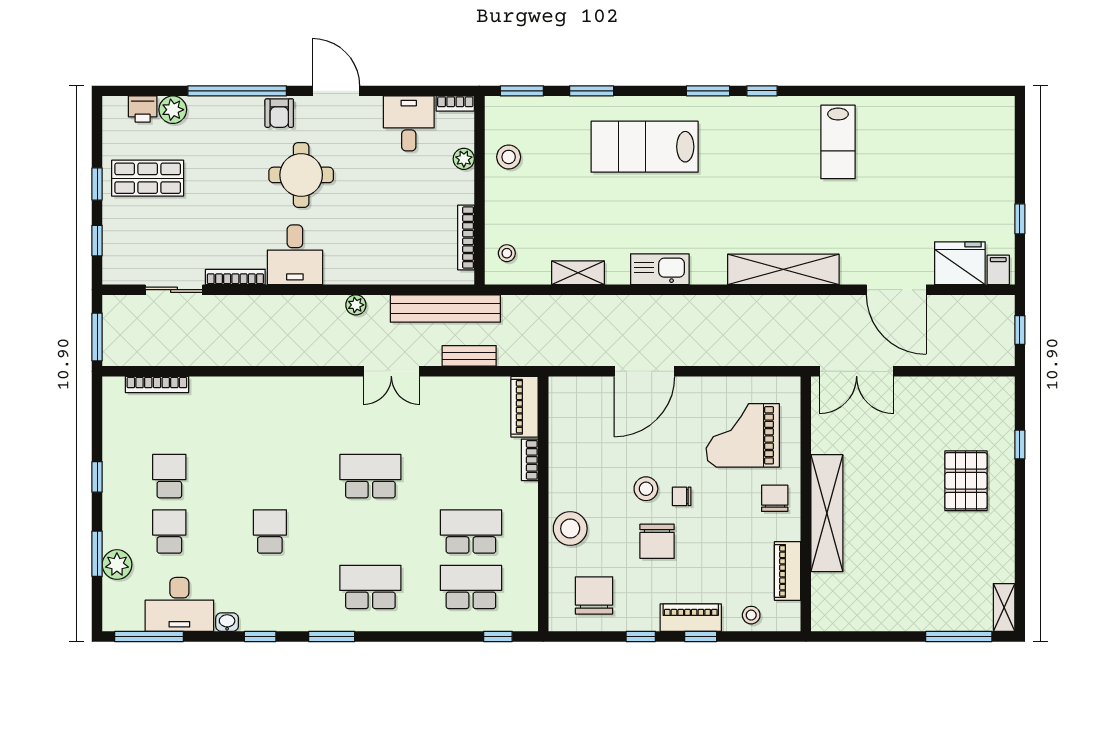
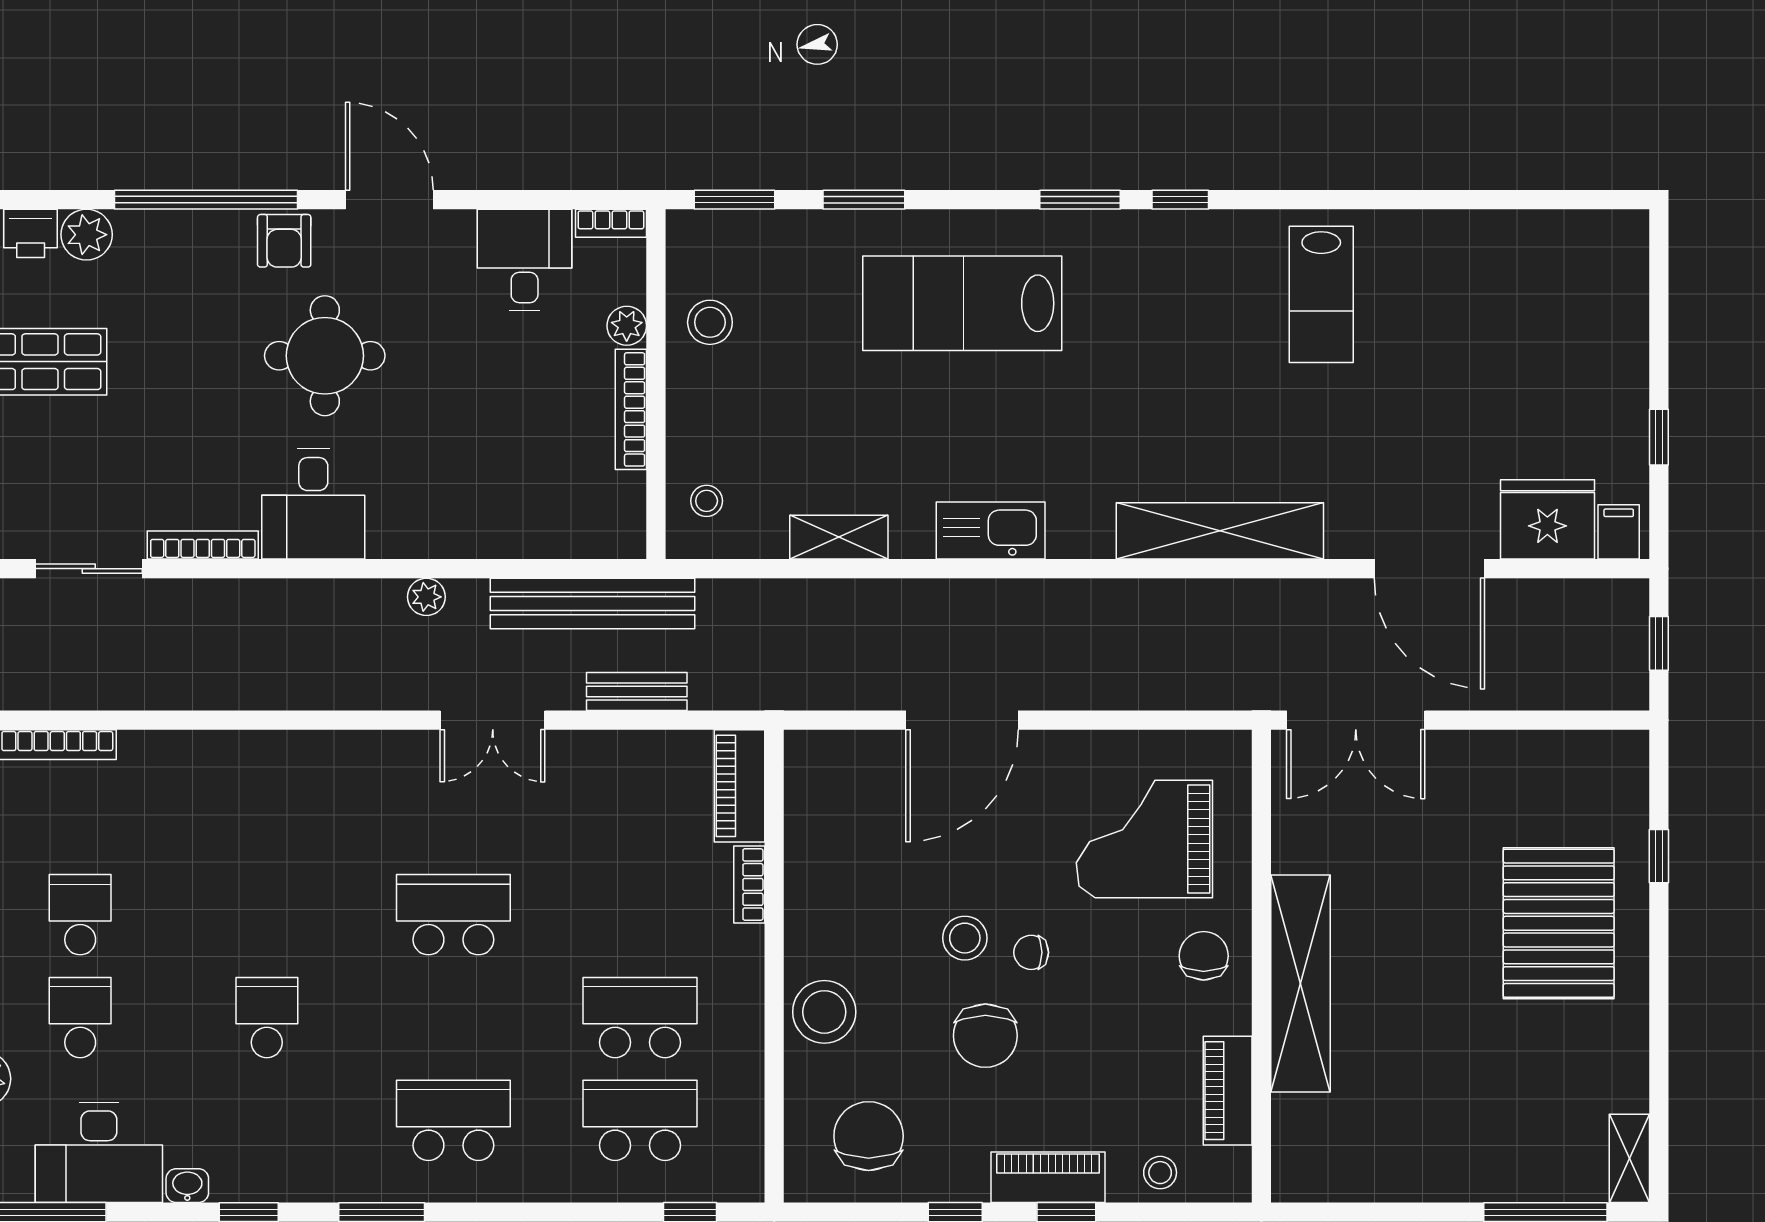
bookcase: (466, 238) -> (631, 409), moved
pallet: (966, 481) -> (1559, 923), width x1.37, depth x1.41

